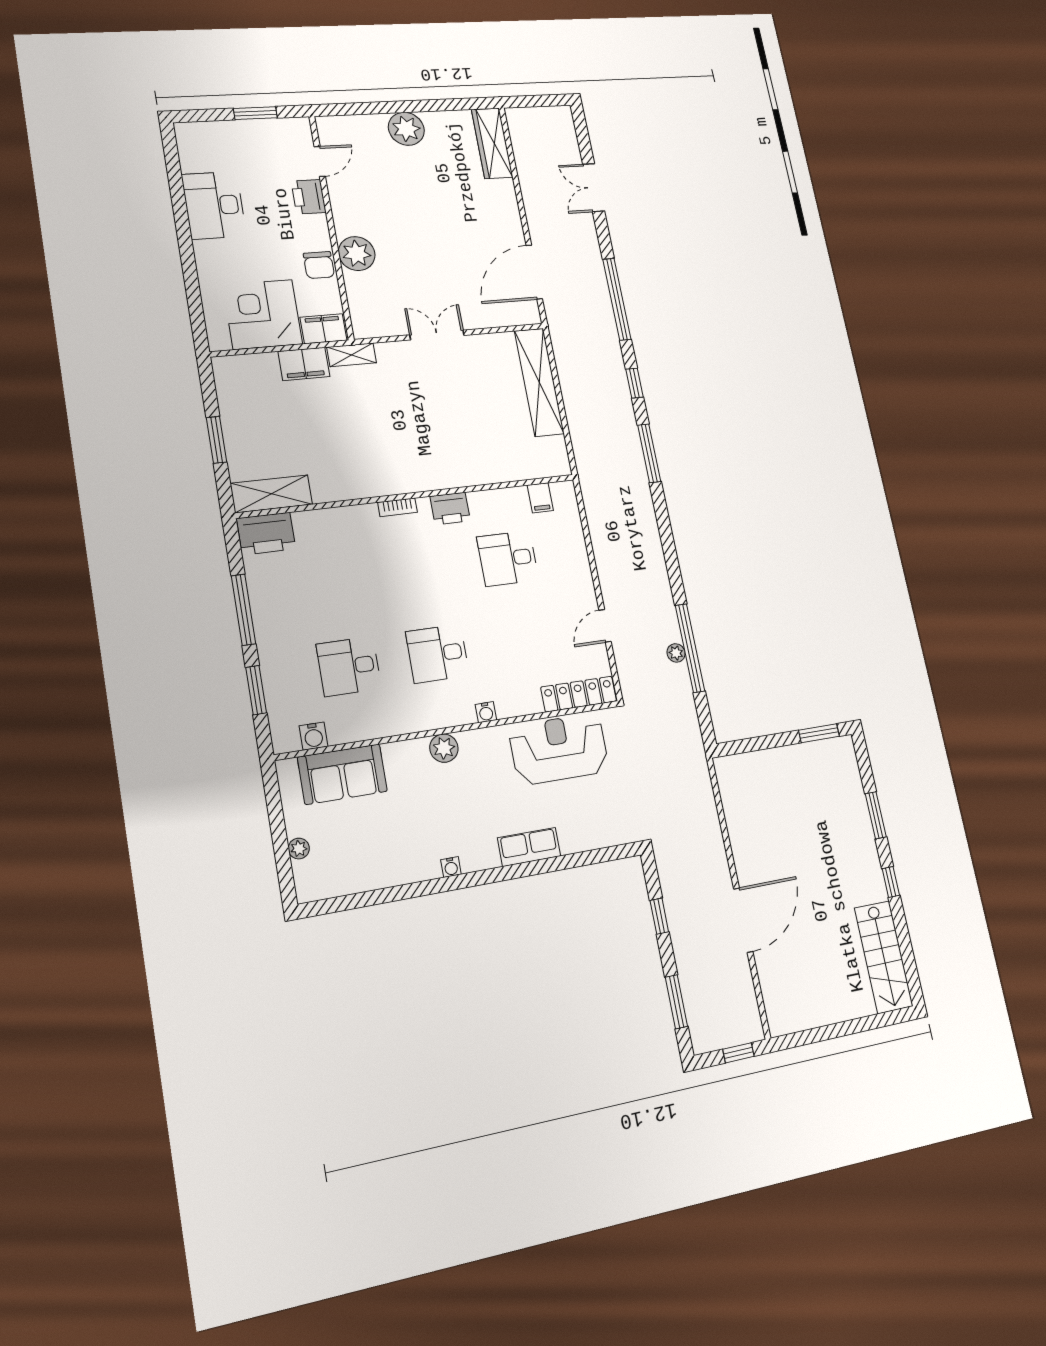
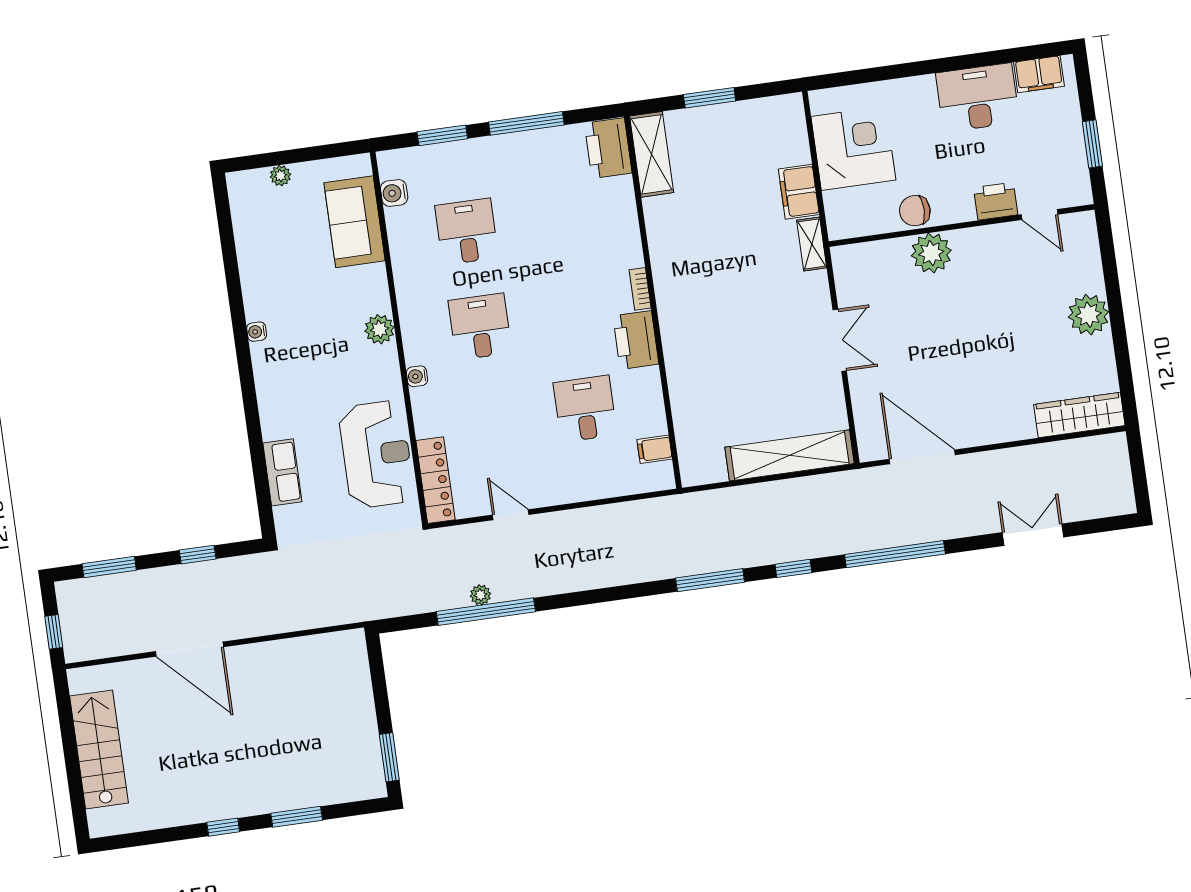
filing cabinet: (323, 329) -> (1039, 74), moved, turned 90
printer: (450, 508) -> (636, 340), width x1.37, depth x1.19
row of seats: (529, 847) -> (282, 472), moved
stairs: (884, 957) -> (99, 749), moved, turned 90

